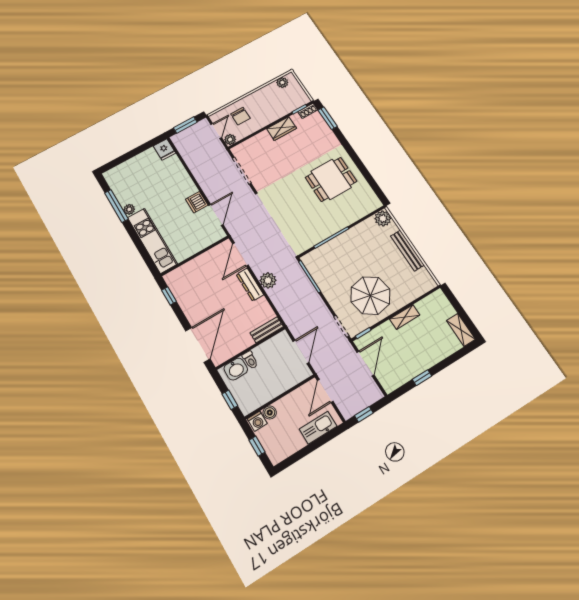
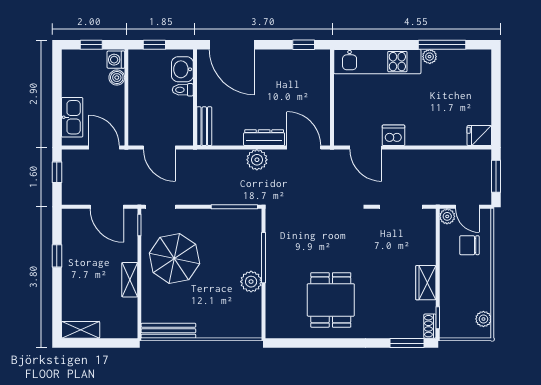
plant: (383, 218) -> (251, 282), moved
bench: (407, 251) -> (168, 331), moved

